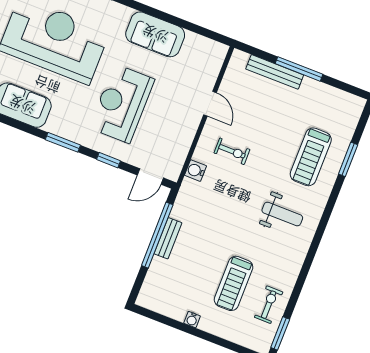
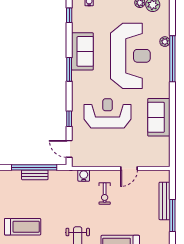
window: (63, 142) -> (69, 69), moved
treadmill: (234, 283) -> (23, 227), turned 180

